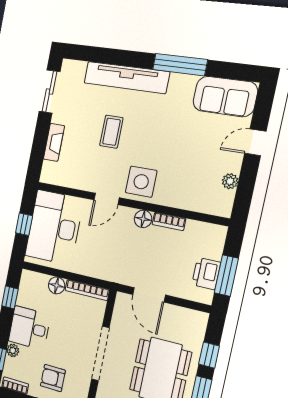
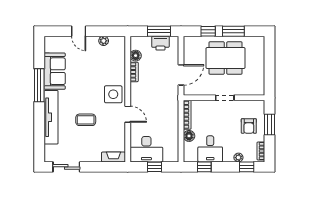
sofa: (225, 96) -> (55, 71), moved
fireplace: (54, 142) -> (113, 157), moved
floor lamp: (143, 219) -> (136, 56), moved
desk: (54, 227) -> (146, 149), width x0.73, depth x0.77
desk: (29, 328) -> (210, 149), moved
doorway: (100, 354) -> (225, 98), width x0.53

